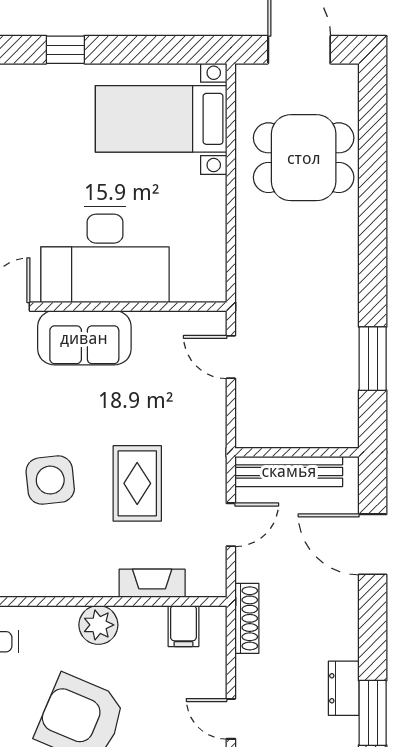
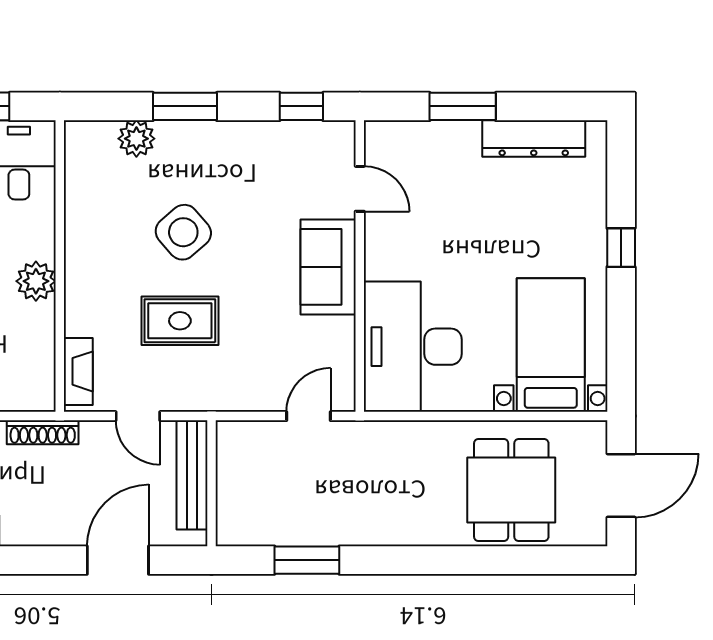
desk: (105, 255) -> (413, 347), moved
side table: (50, 480) -> (183, 232), turned -35
fireplace: (152, 583) -> (78, 371), moved
filing cabinet: (183, 626) -> (35, 368), removed

